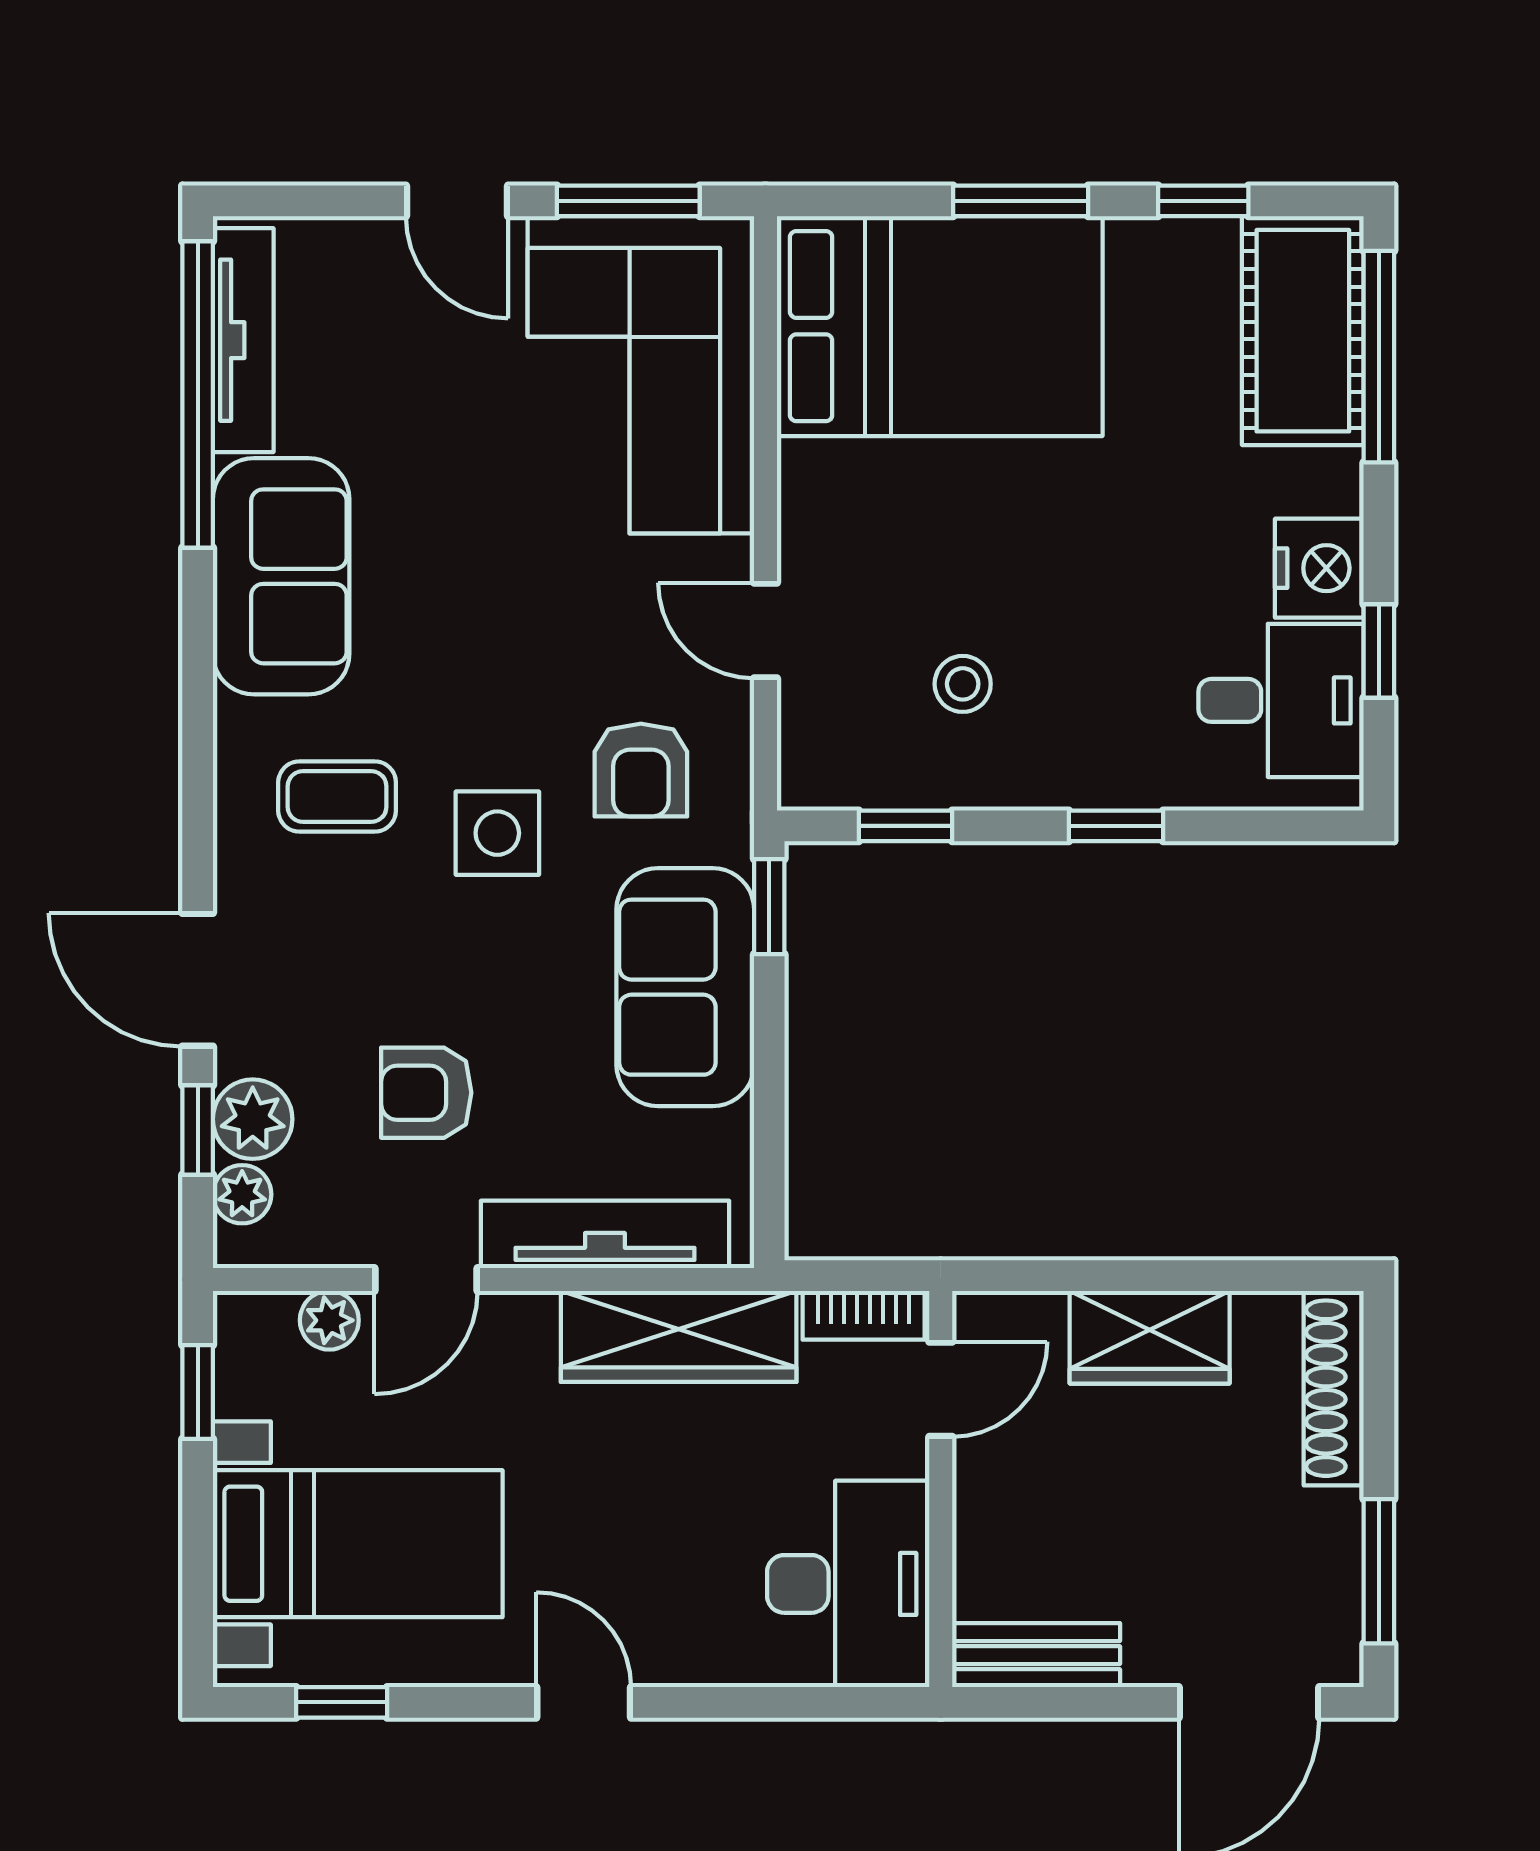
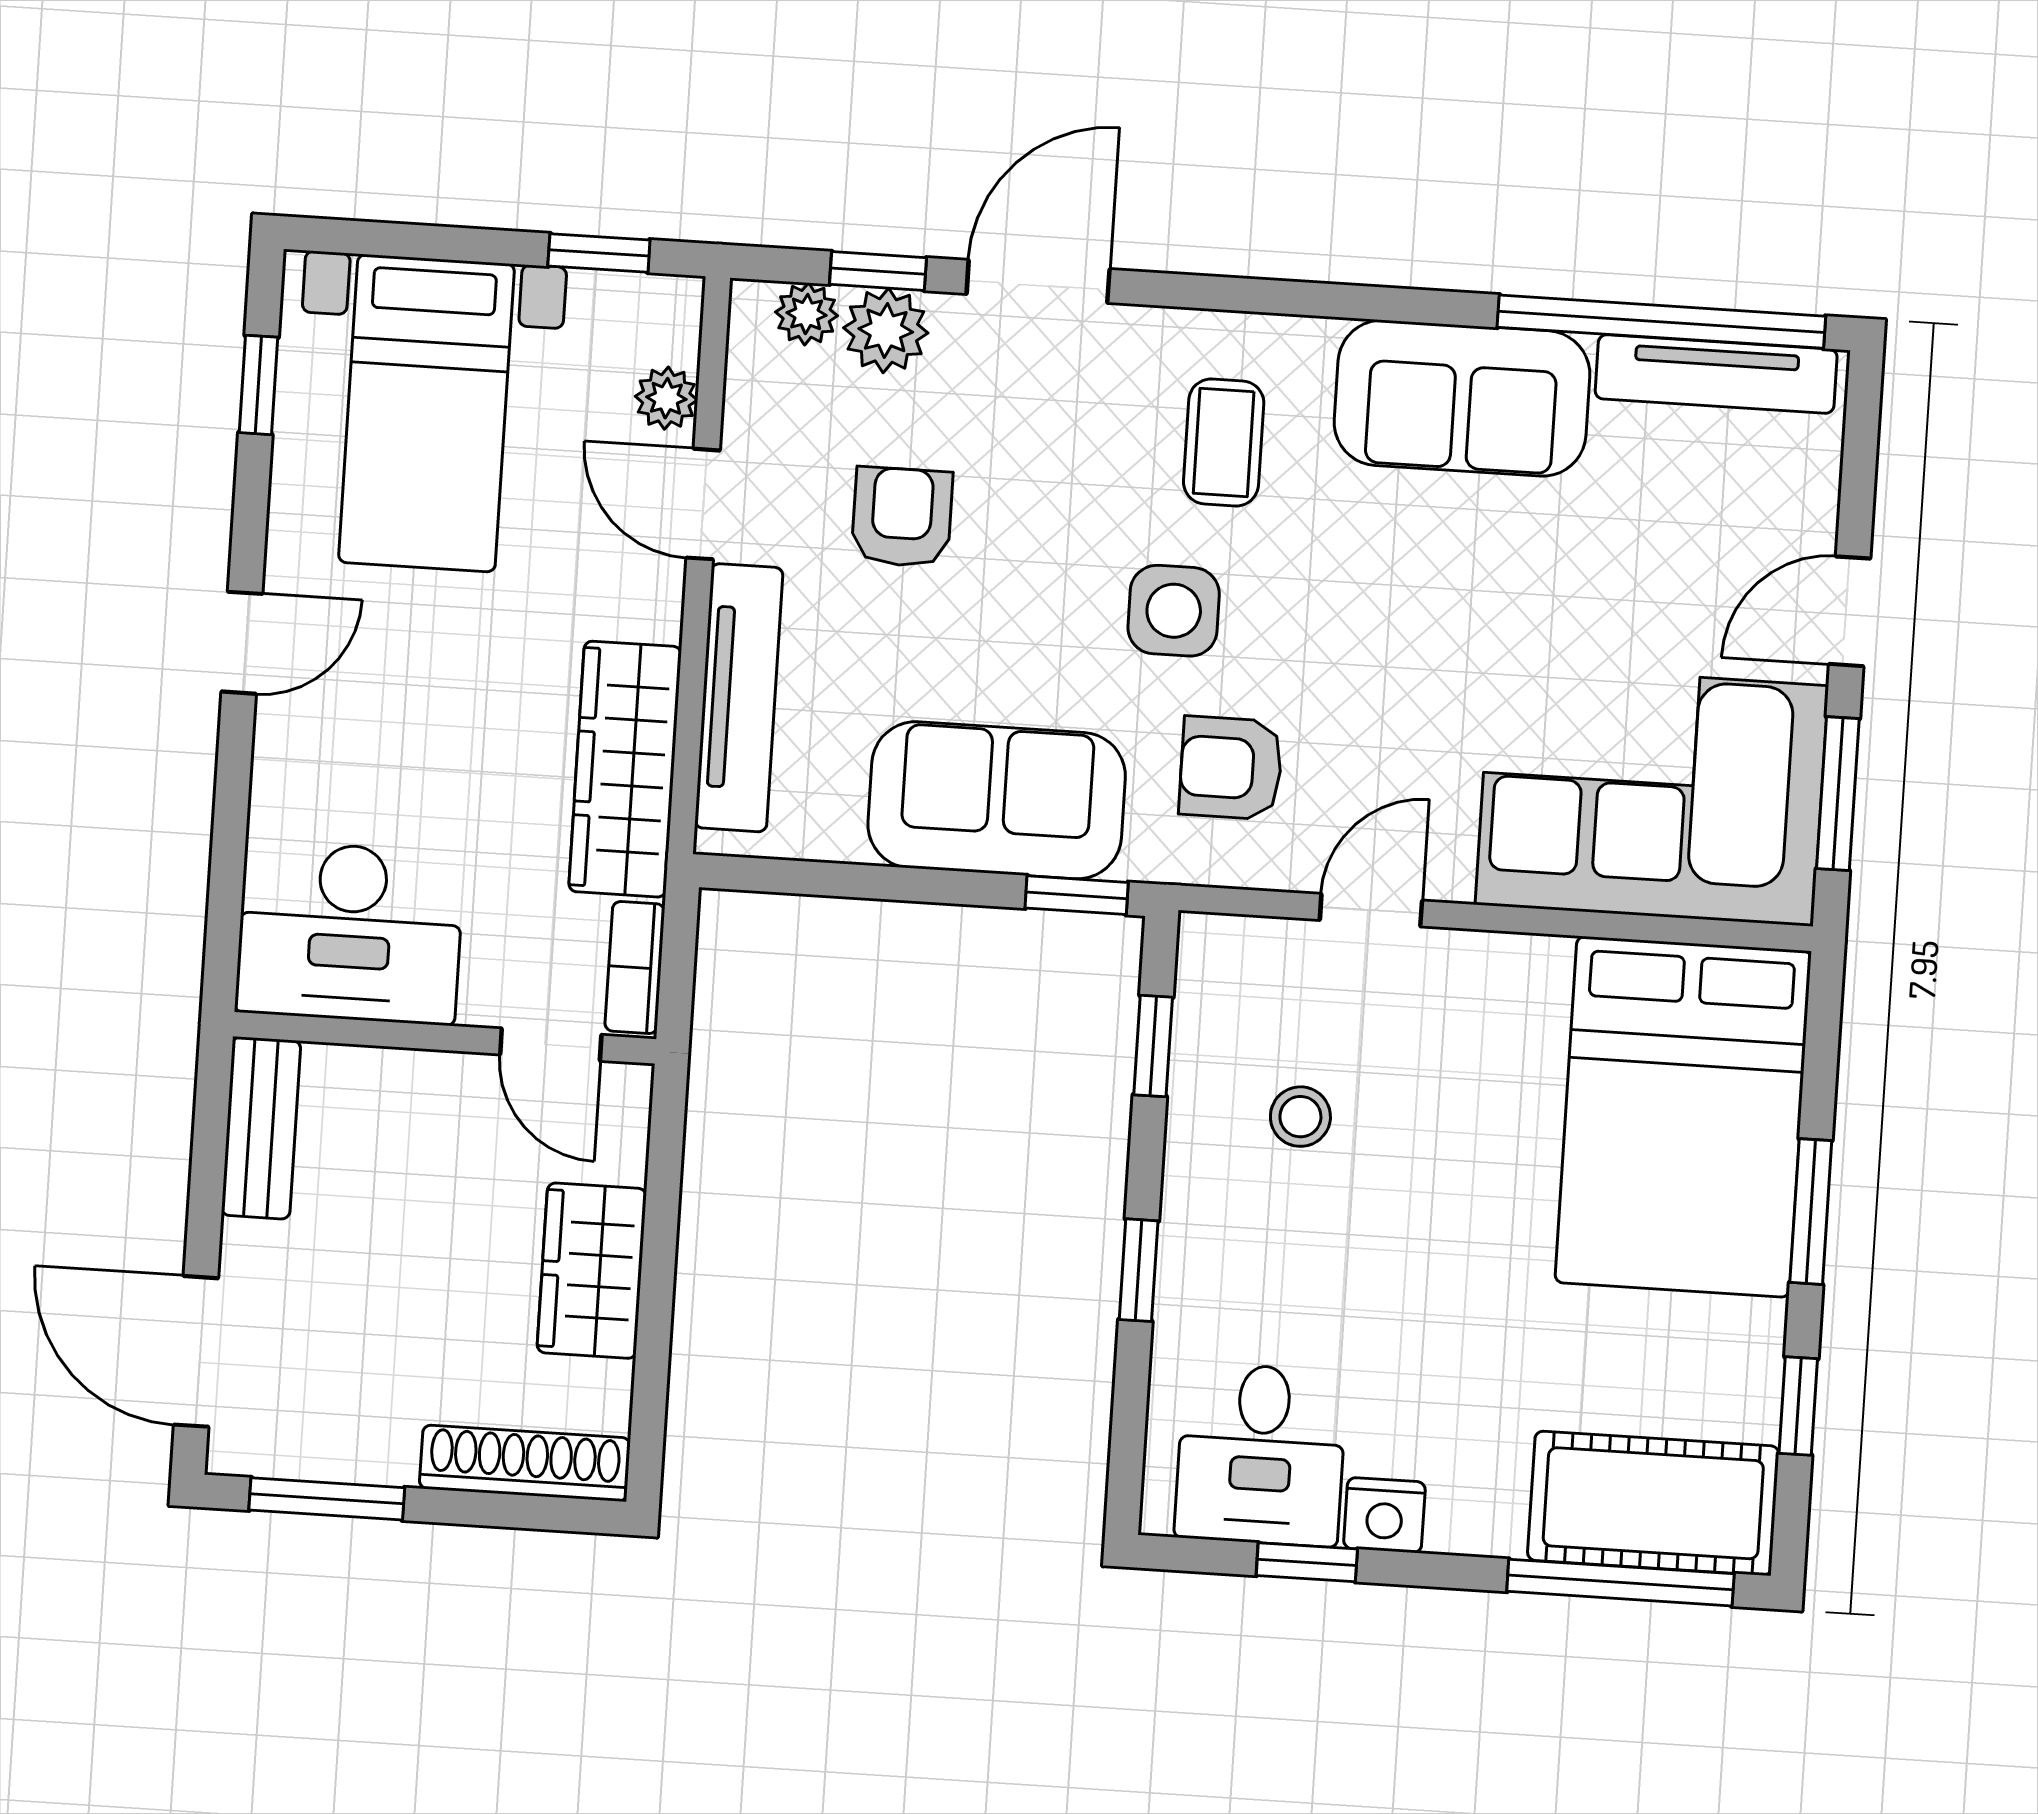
nightstand: (1319, 568) -> (1384, 1515), width x0.74, depth x0.75

